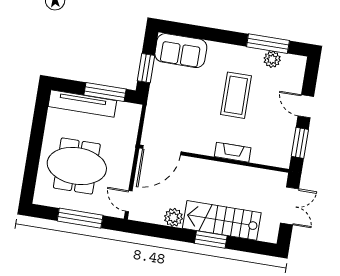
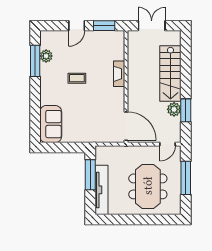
window: (146, 68) -> (68, 148), removed
coffee table: (236, 95) -> (77, 78), width x0.54, depth x0.58
window: (211, 240) -> (186, 110), moved

